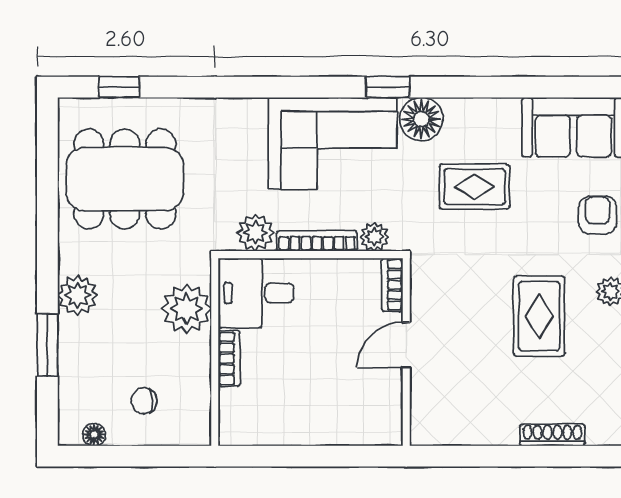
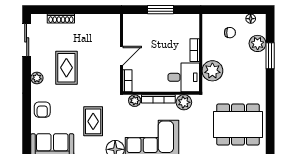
rug: (475, 187) -> (93, 121), turned 90
plant: (78, 295) -> (258, 43), moved
window: (312, 456) -> (160, 10), added

